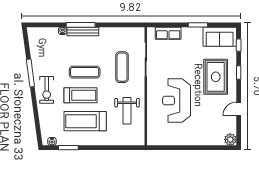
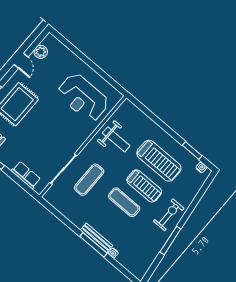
treadmill: (80, 95) -> (144, 186), turned 180
reception desk: (177, 100) -> (83, 98), moved, turned 90
door: (239, 109) -> (21, 61), hinge flipped
weight bench: (127, 111) -> (116, 139), turned 90
plant: (230, 139) -> (41, 52), moved

